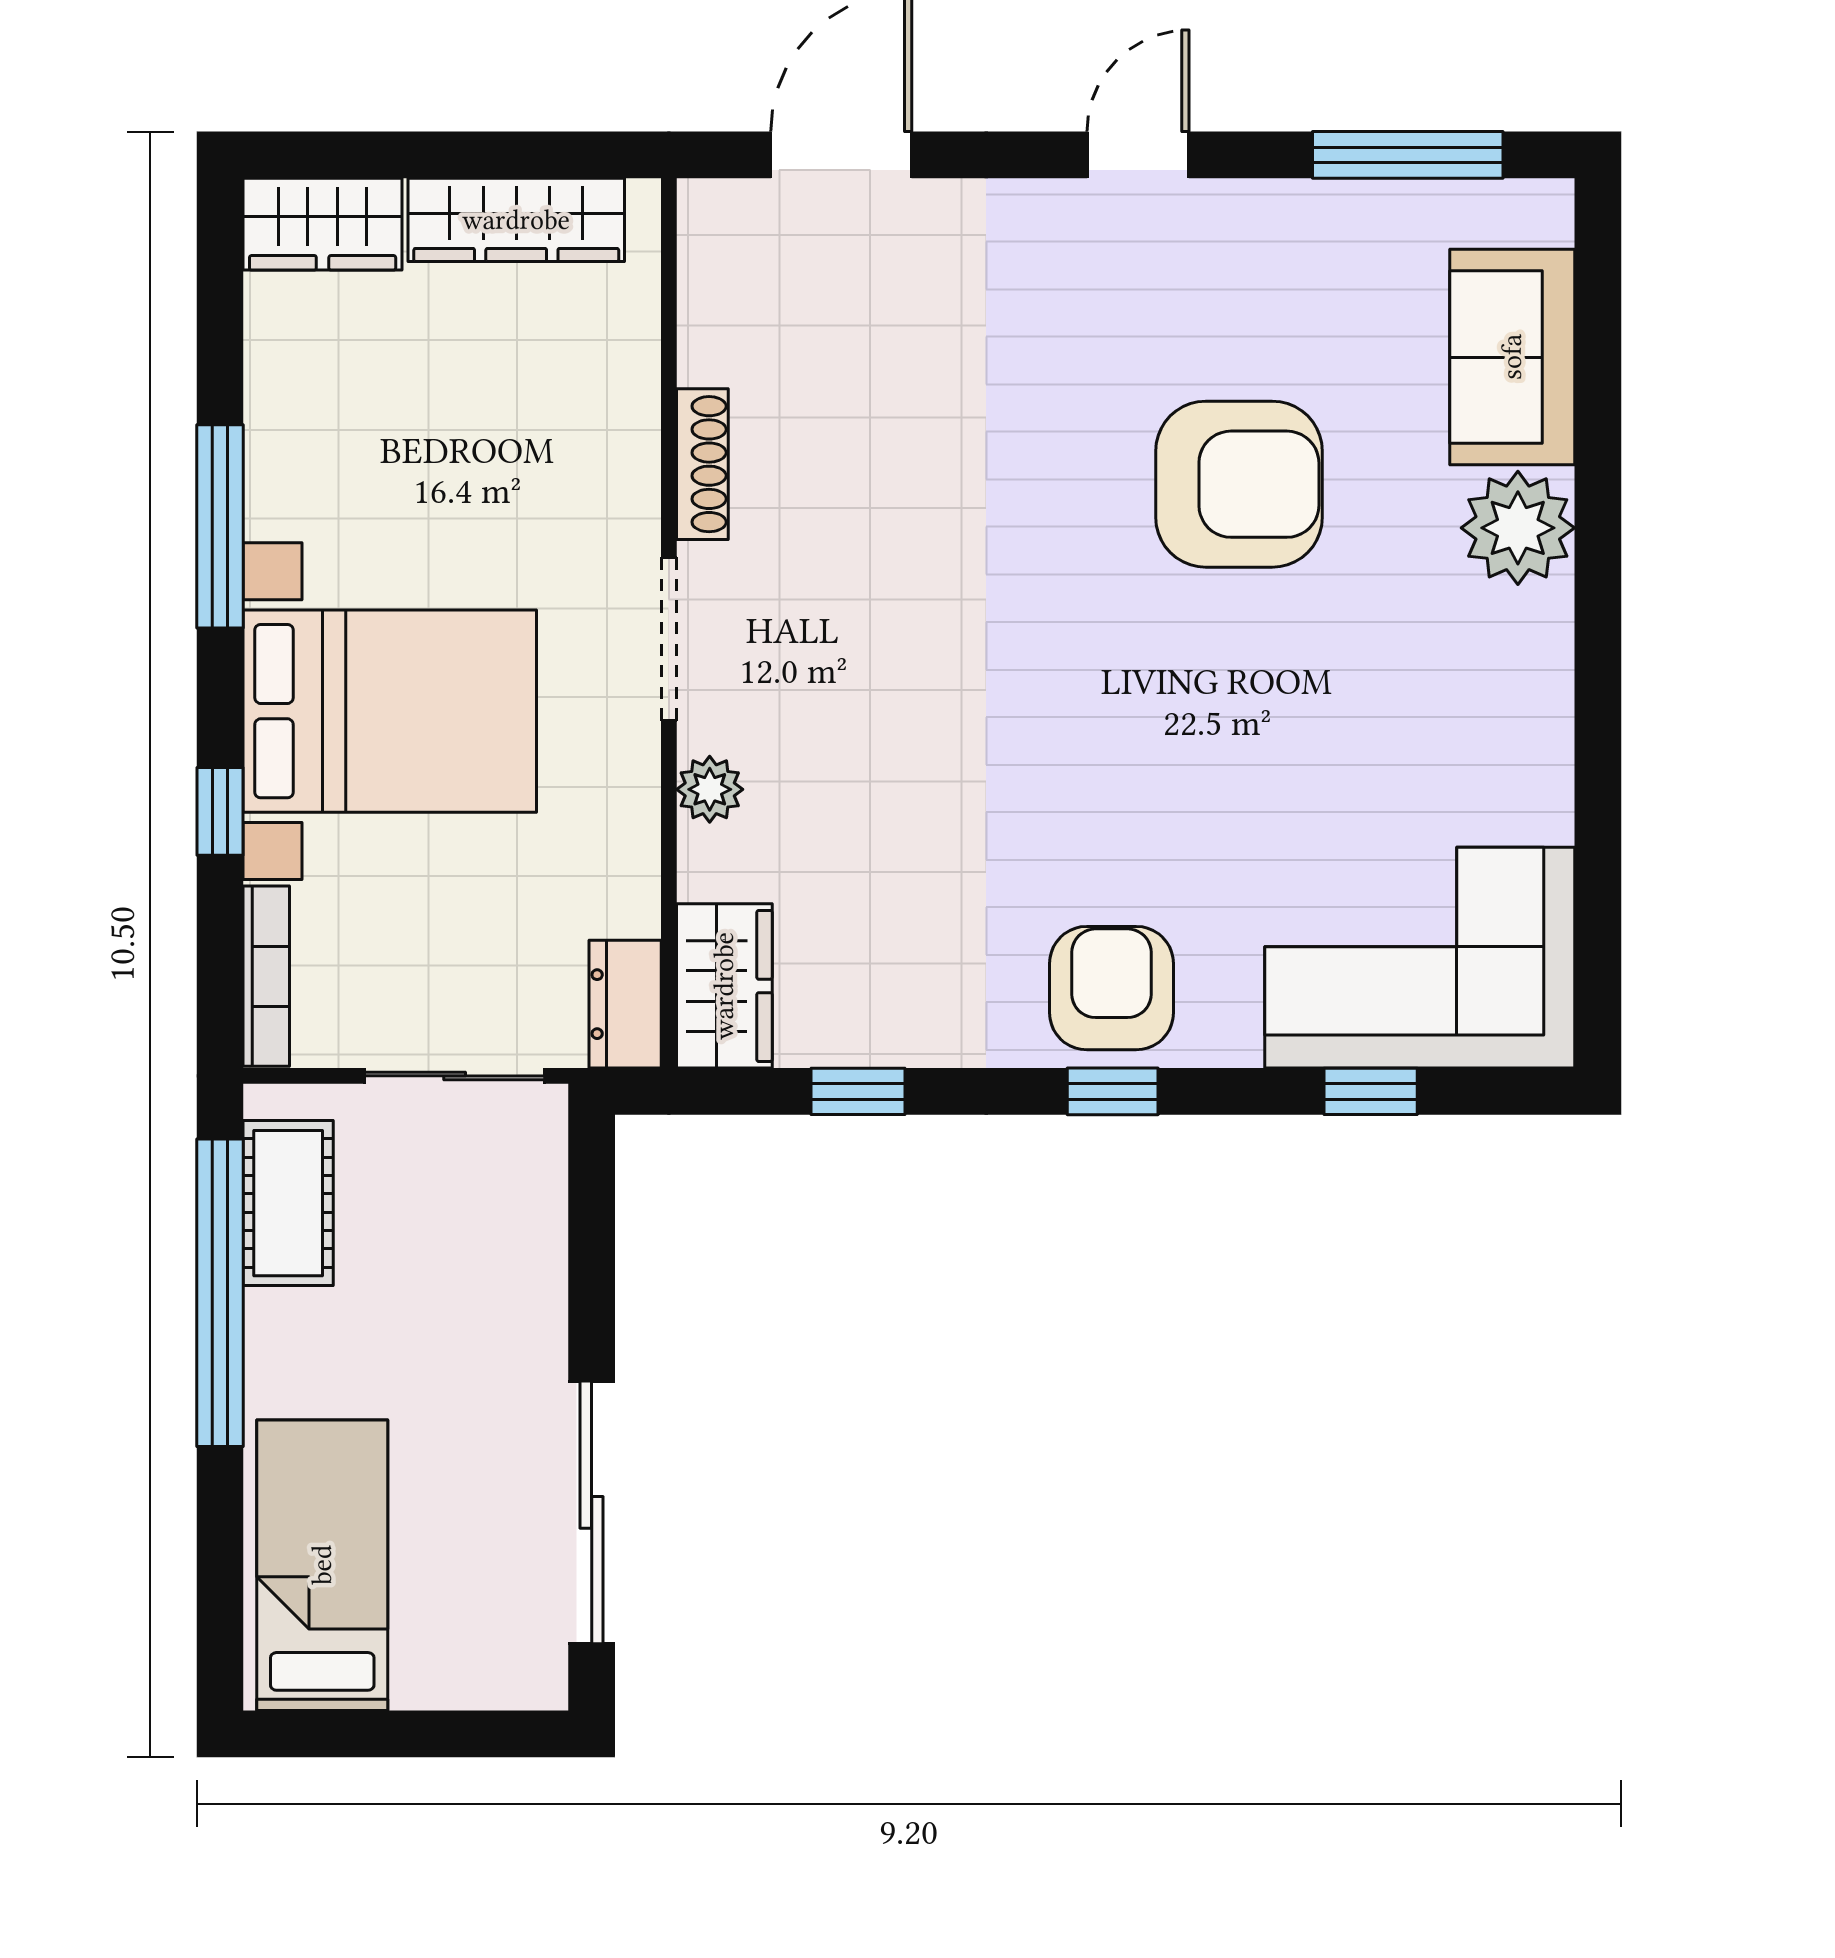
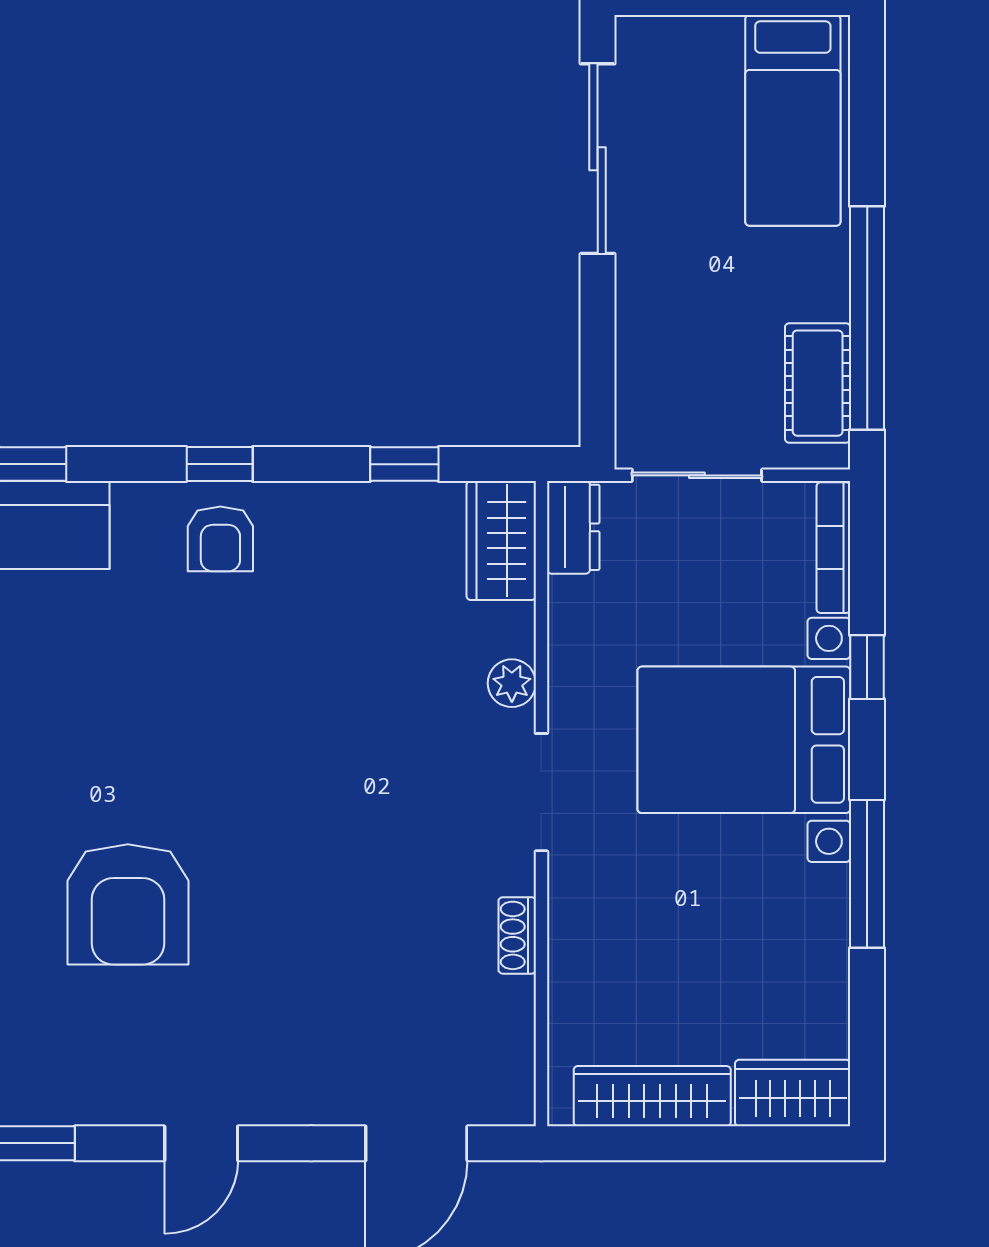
shoe rack: (702, 464) -> (517, 935), width x0.70
armchair: (1239, 484) -> (128, 904), turned -90
armchair: (1112, 988) -> (220, 539), width x0.72, depth x0.72

